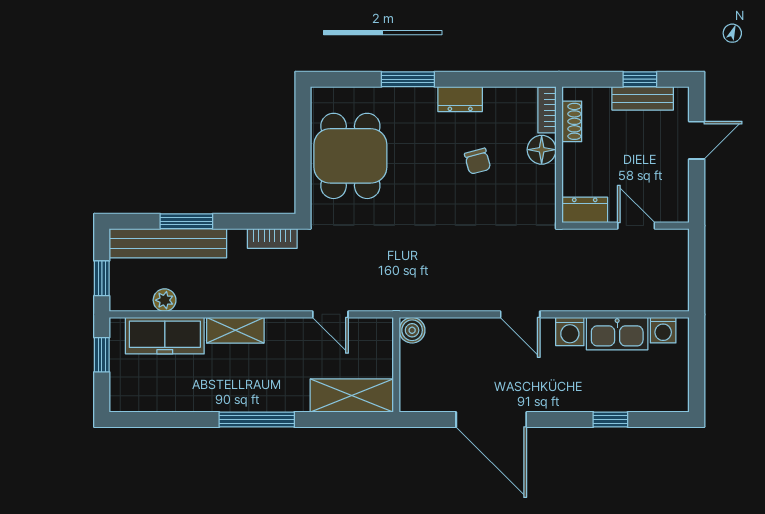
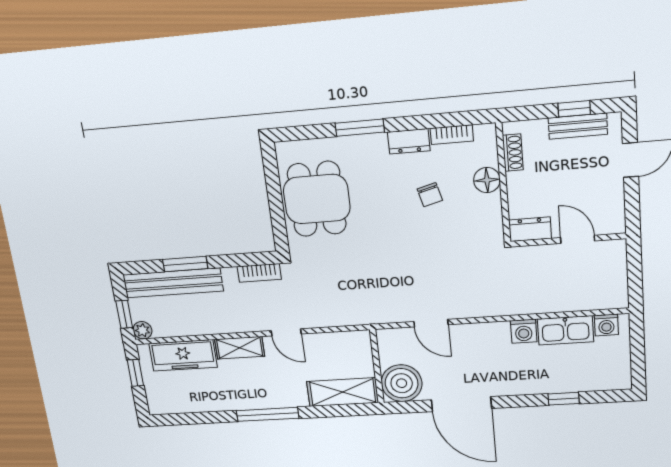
bookcase: (547, 110) -> (452, 135), moved, turned -90
plant: (165, 300) -> (142, 330), moved
door: (330, 314) -> (286, 332), moved
door: (520, 314) -> (431, 323), moved
boiler: (412, 330) -> (402, 383), moved, width x1.86, depth x1.86

